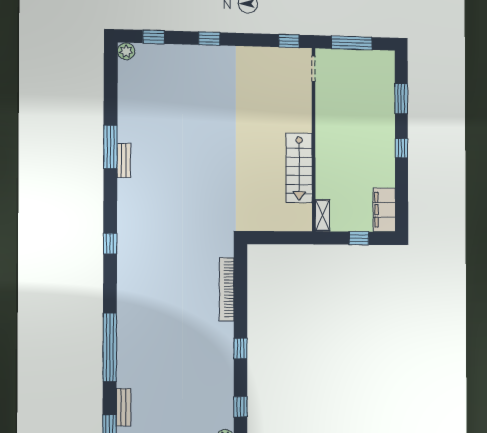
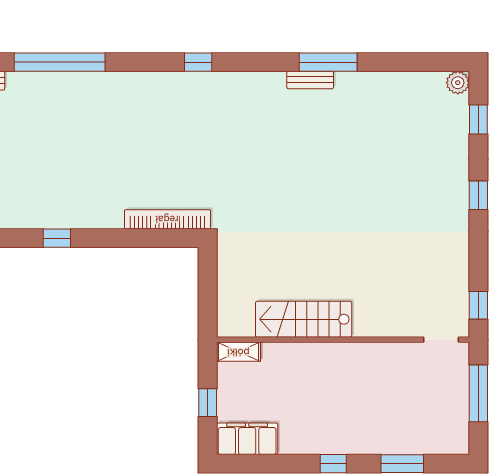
bookcase: (227, 289) -> (167, 219), moved

